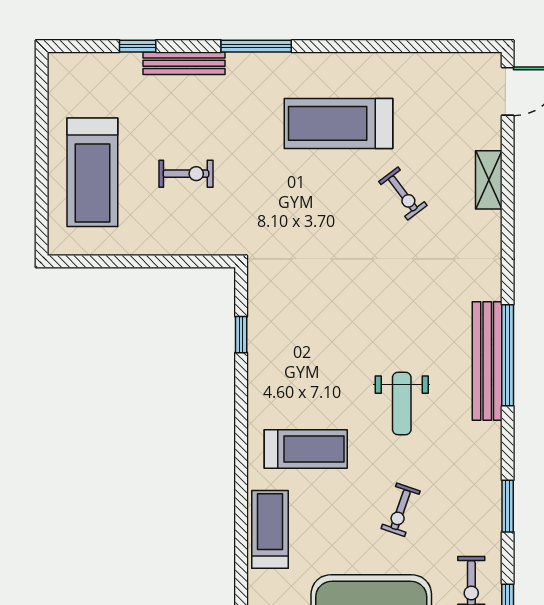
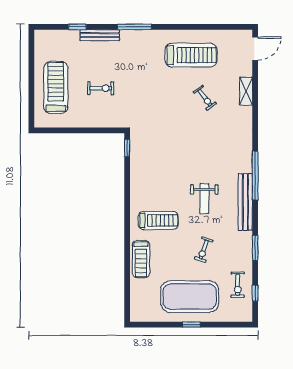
treadmill: (338, 123) -> (191, 55), moved, turned 180
treadmill: (92, 172) -> (56, 87), turned 180
window: (241, 335) -> (127, 148), moved
bench: (487, 361) -> (245, 202), moved
treadmill: (270, 529) -> (141, 259), turned 180

